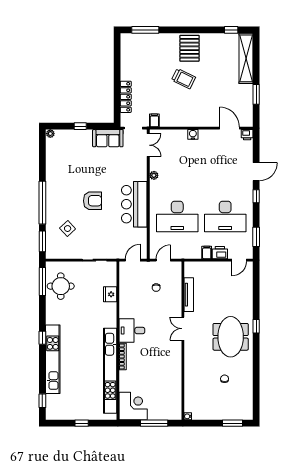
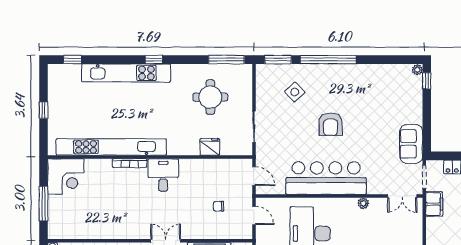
filing cabinet: (154, 120) -> (434, 204), width x2.00
window: (80, 126) -> (427, 81), moved
bar counter: (134, 204) -> (326, 178), width x1.36
round table: (61, 286) -> (210, 97), moved

